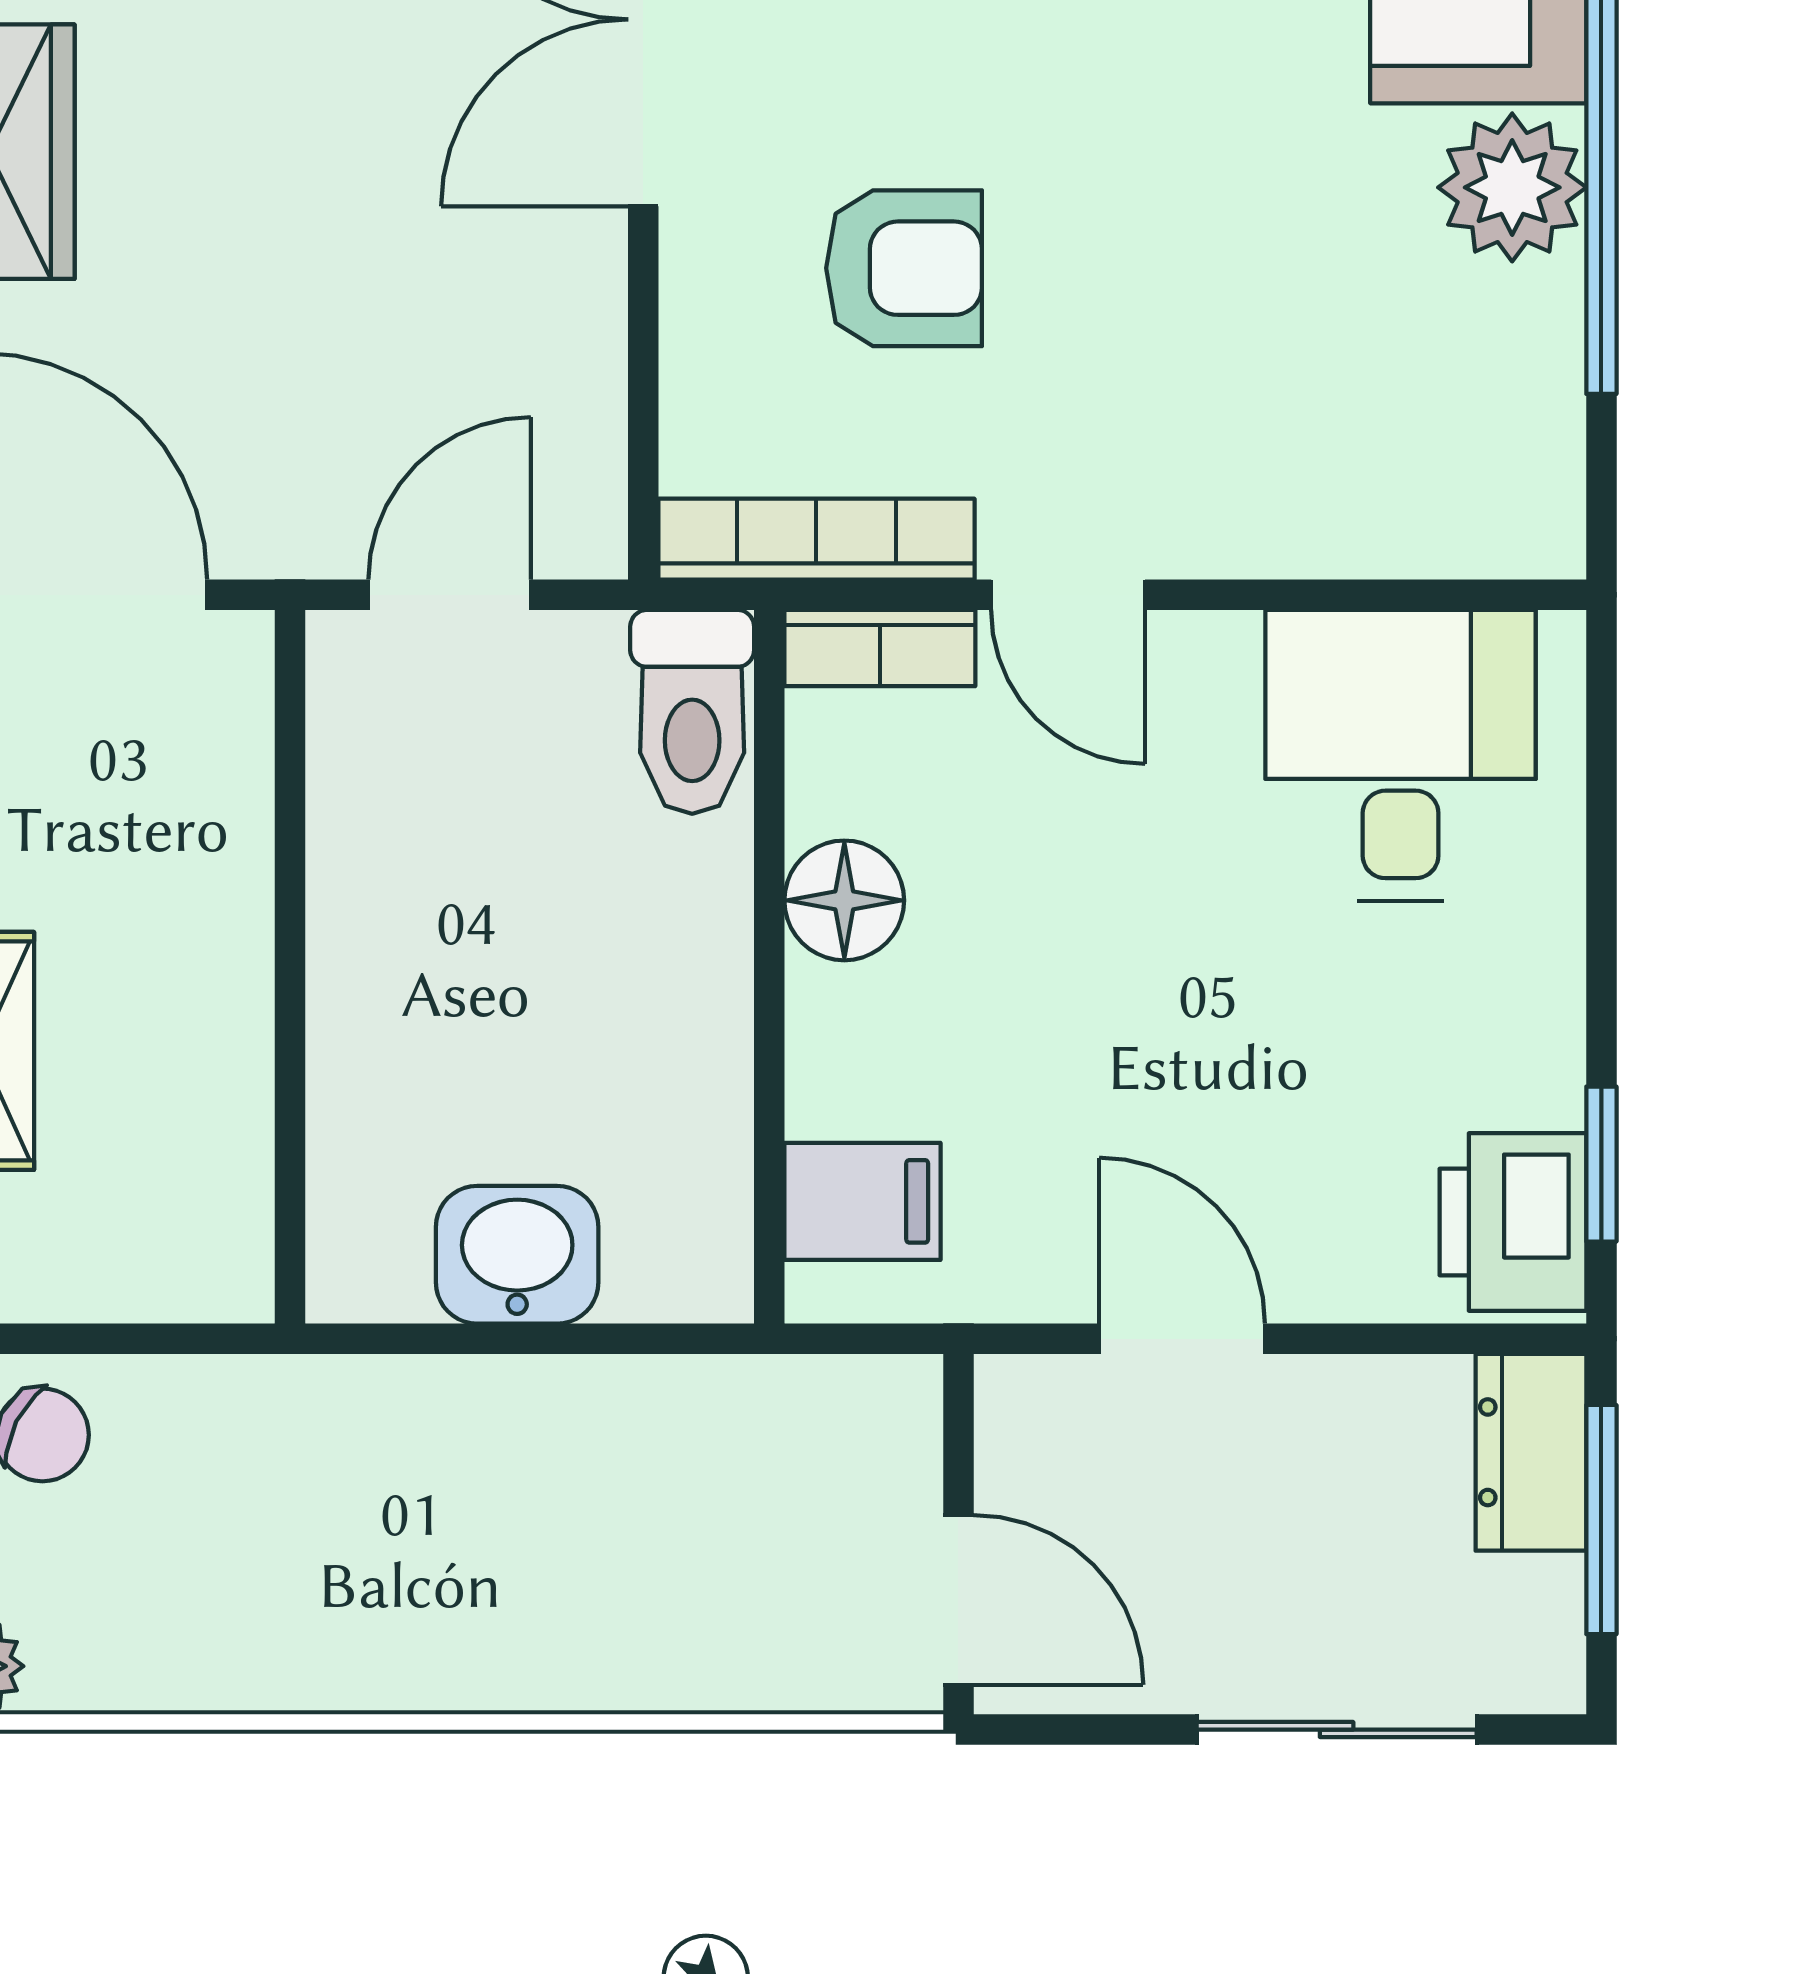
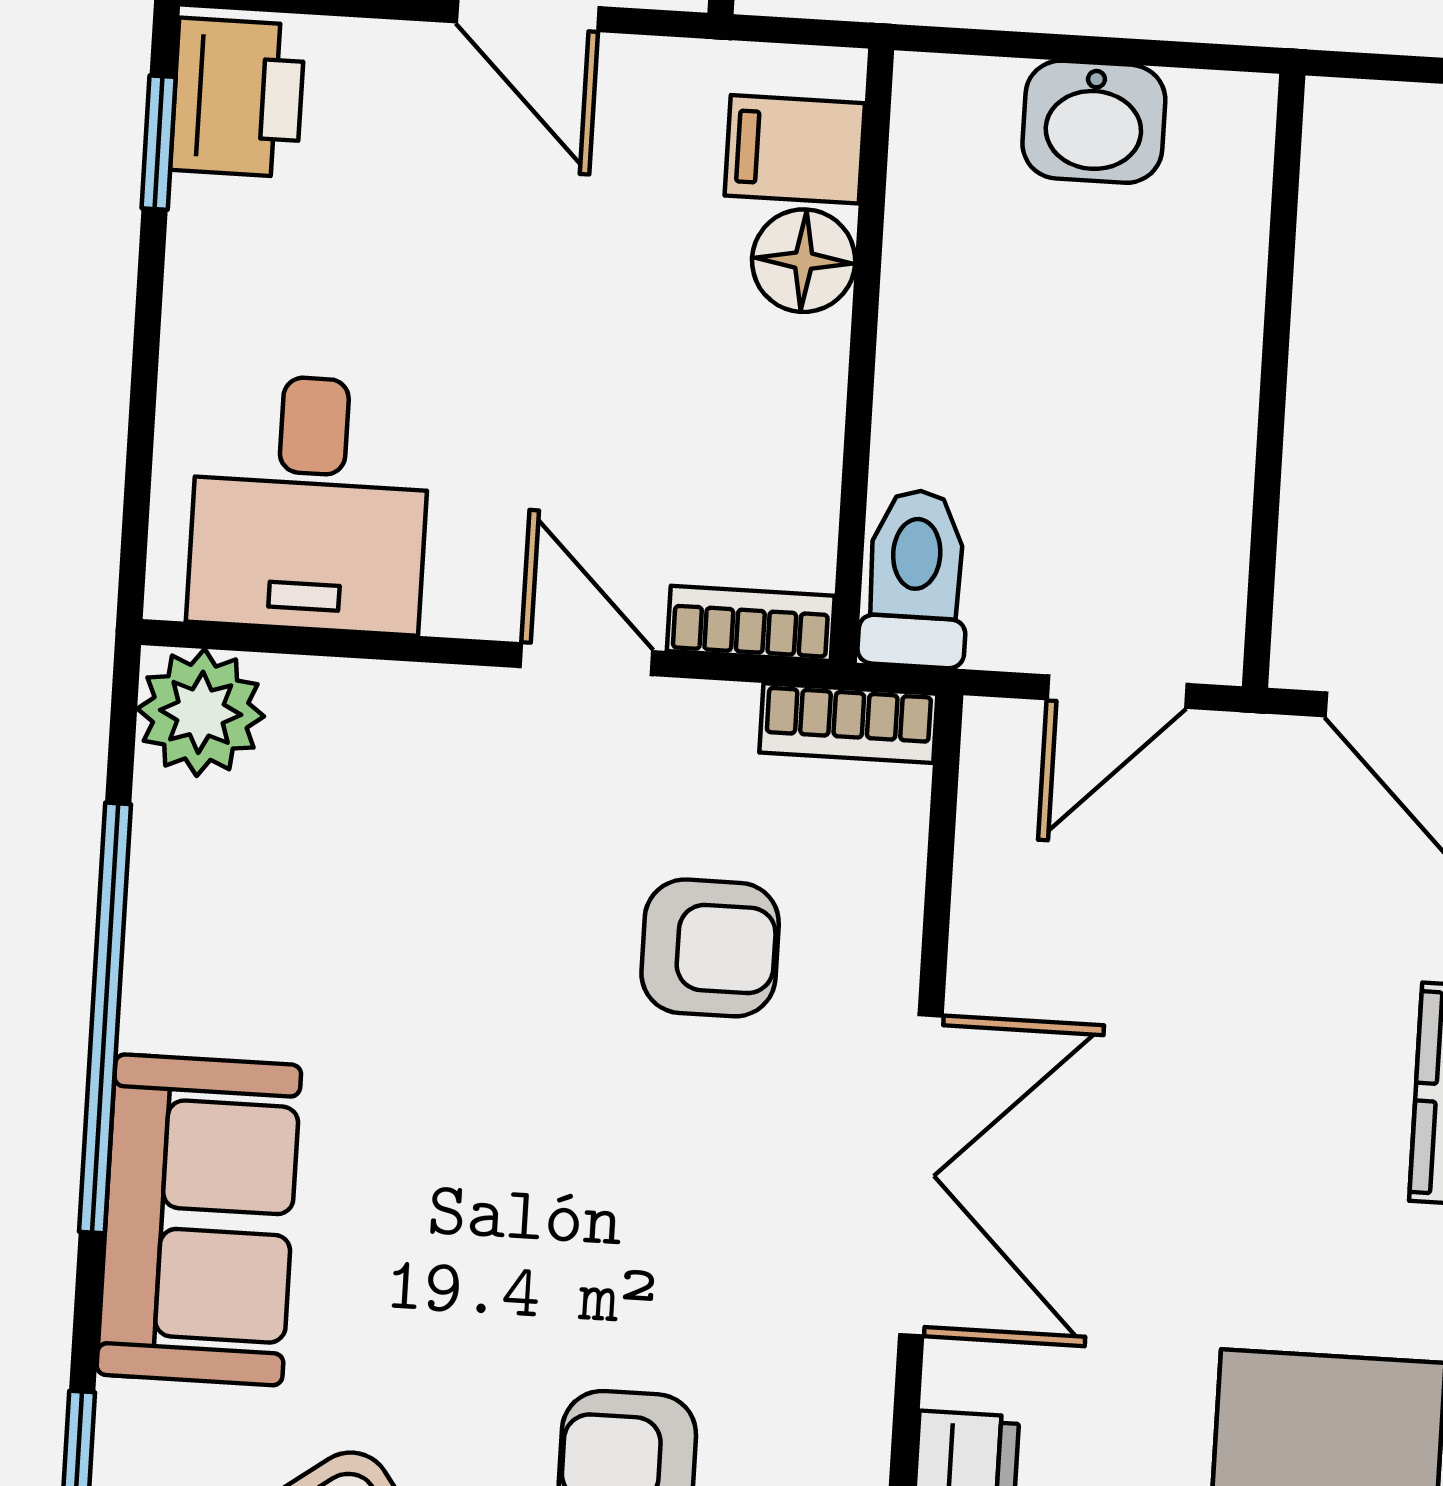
plant: (1512, 187) -> (201, 712), moved
armchair: (904, 268) -> (710, 948), turned 180
bookcase: (816, 539) -> (848, 723), width x0.64
floor lamp: (844, 900) -> (804, 261), moved

